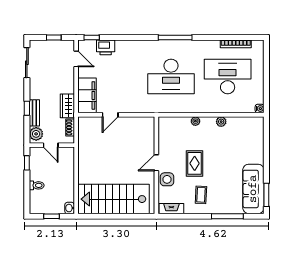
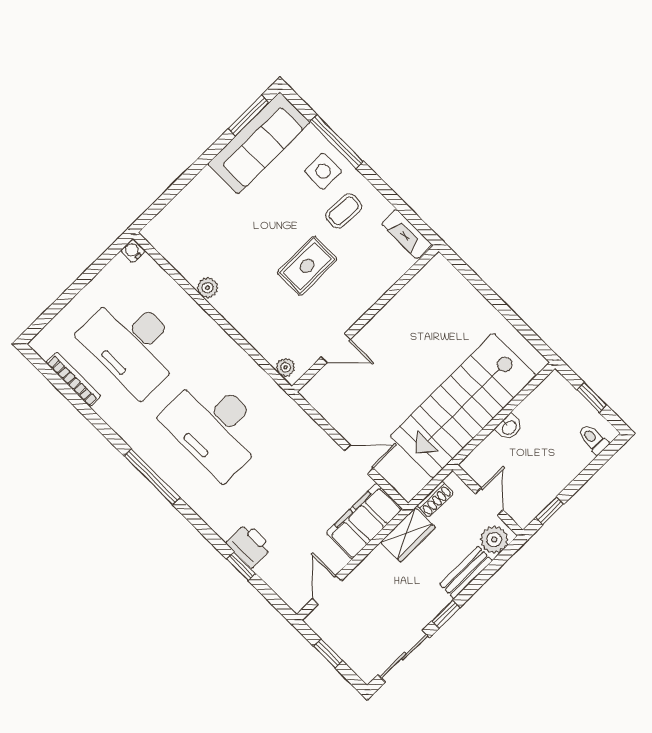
window: (92, 38) -> (241, 566), moved
printer: (106, 47) -> (249, 545), moved
desk: (171, 76) -> (215, 426), turned 180
window: (27, 108) -> (446, 614), moved
plant: (195, 121) -> (286, 367), moved
door: (156, 163) -> (336, 348), moved
side table: (167, 179) -> (323, 171), moved
toilet: (37, 185) -> (593, 439), moved
stairs: (114, 199) -> (463, 406), moved, turned 90
washbasin: (70, 208) -> (509, 427), moved

